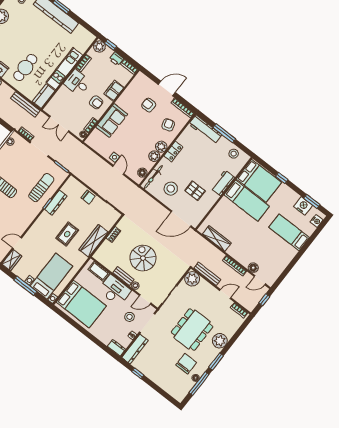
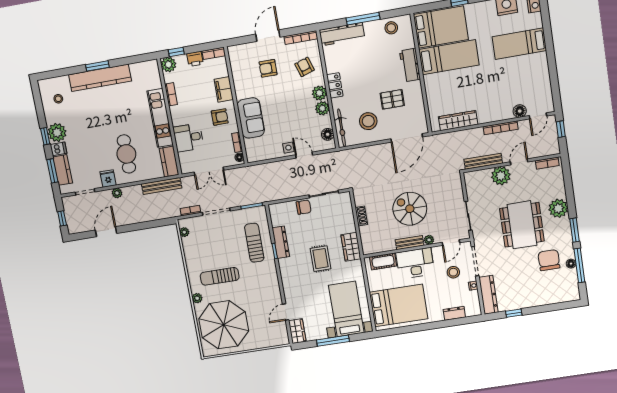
desk: (77, 83) -> (188, 138), moved
wardrobe: (94, 241) -> (351, 247), width x0.67
plant: (192, 279) -> (501, 176), moved
dresser: (116, 348) -> (454, 313), moved

